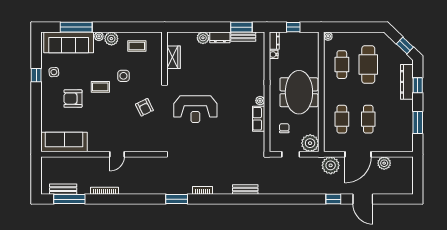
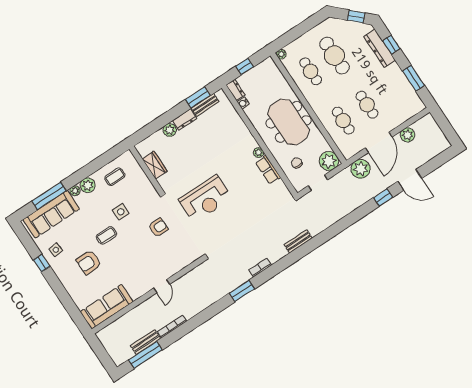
armchair: (144, 107) -> (158, 227), turned -64
bench: (63, 189) -> (146, 342), moved

